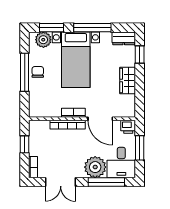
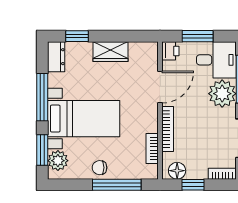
window: (25, 72) -> (117, 185), moved
bookcase: (73, 113) -> (152, 149), moved
floor lamp: (35, 132) -> (177, 171), added

